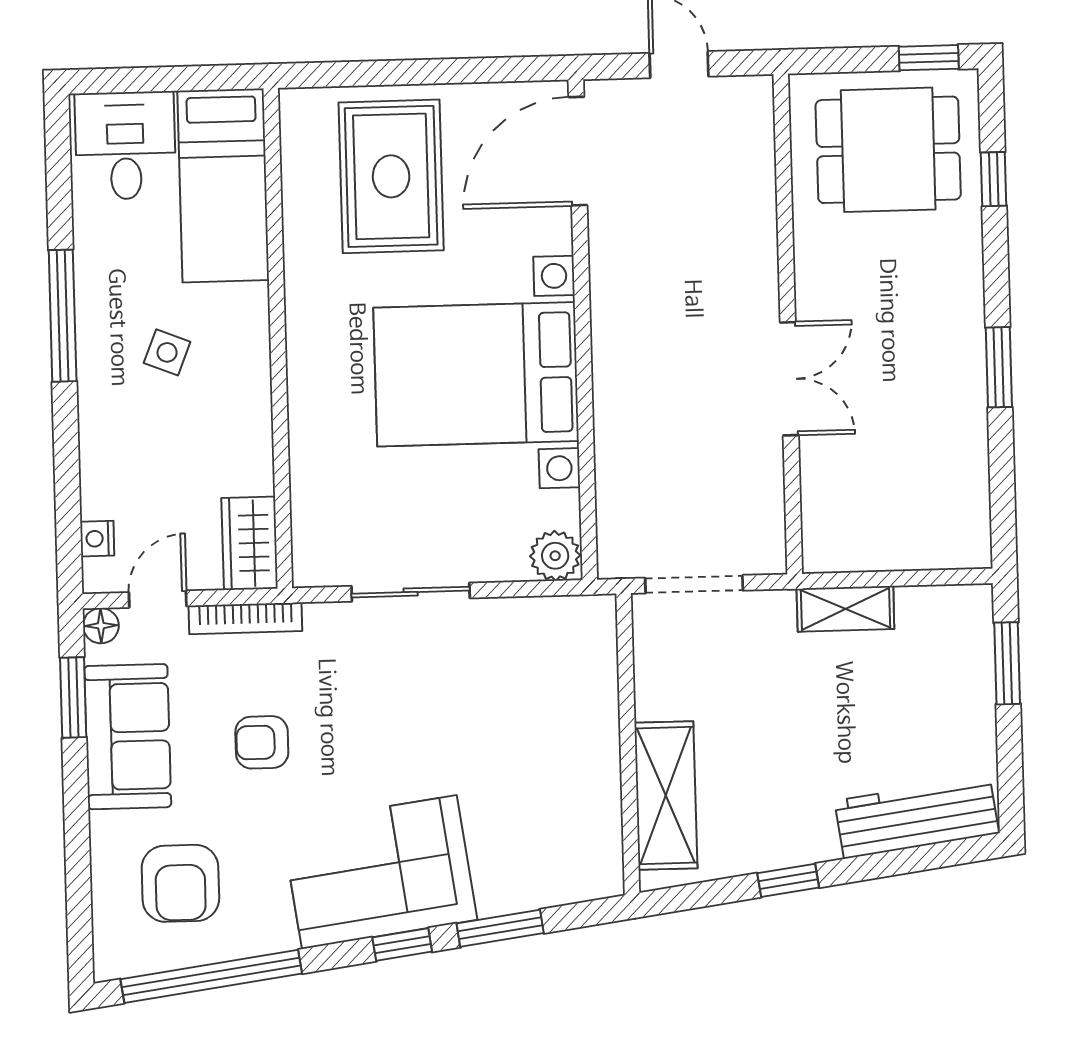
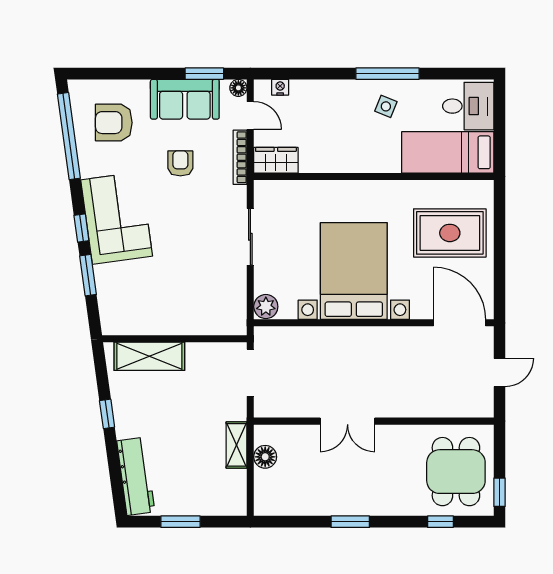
side table: (167, 352) -> (386, 106), moved
floor lamp: (868, 548) -> (265, 457), added
window: (1007, 663) -> (180, 522), moved

